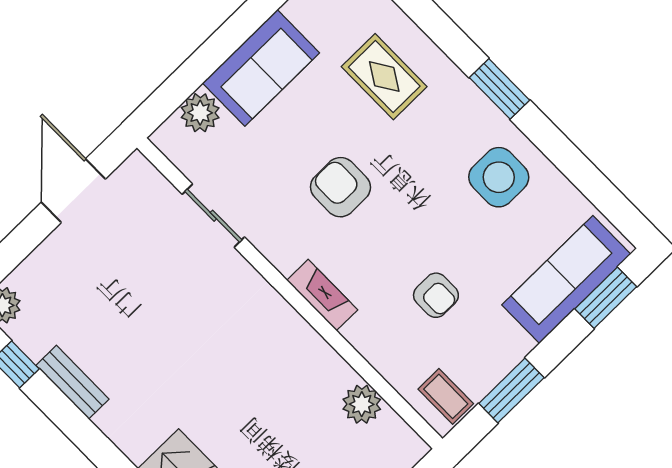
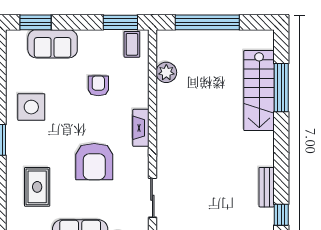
armchair: (340, 187) -> (94, 162), width x1.36, depth x1.36
sofa: (566, 280) -> (53, 44), width x0.73
window: (511, 391) -> (120, 22), moved

